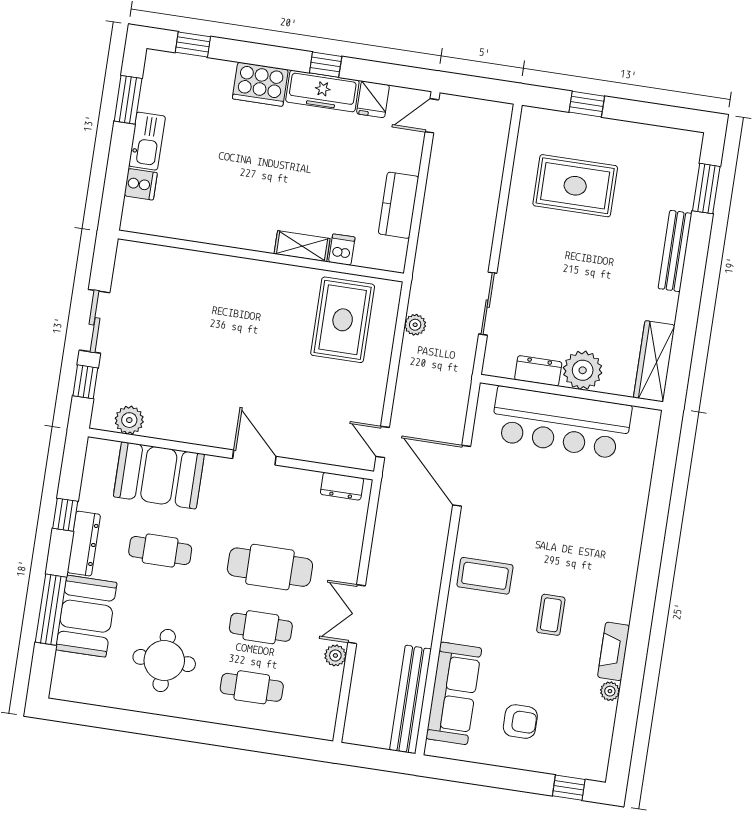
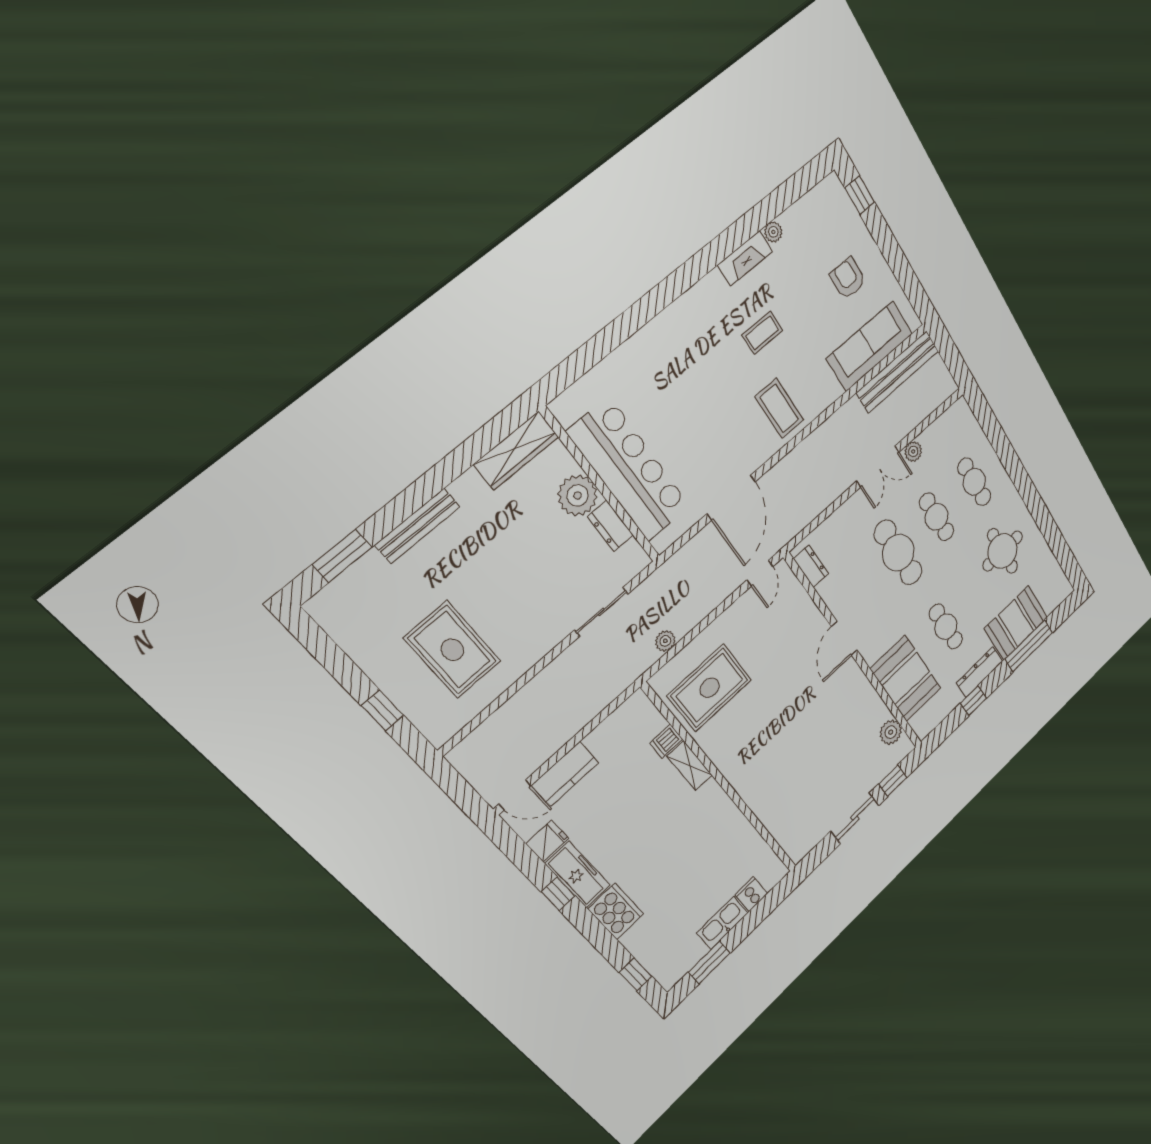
kitchen counter: (399, 205) -> (565, 774), moved

